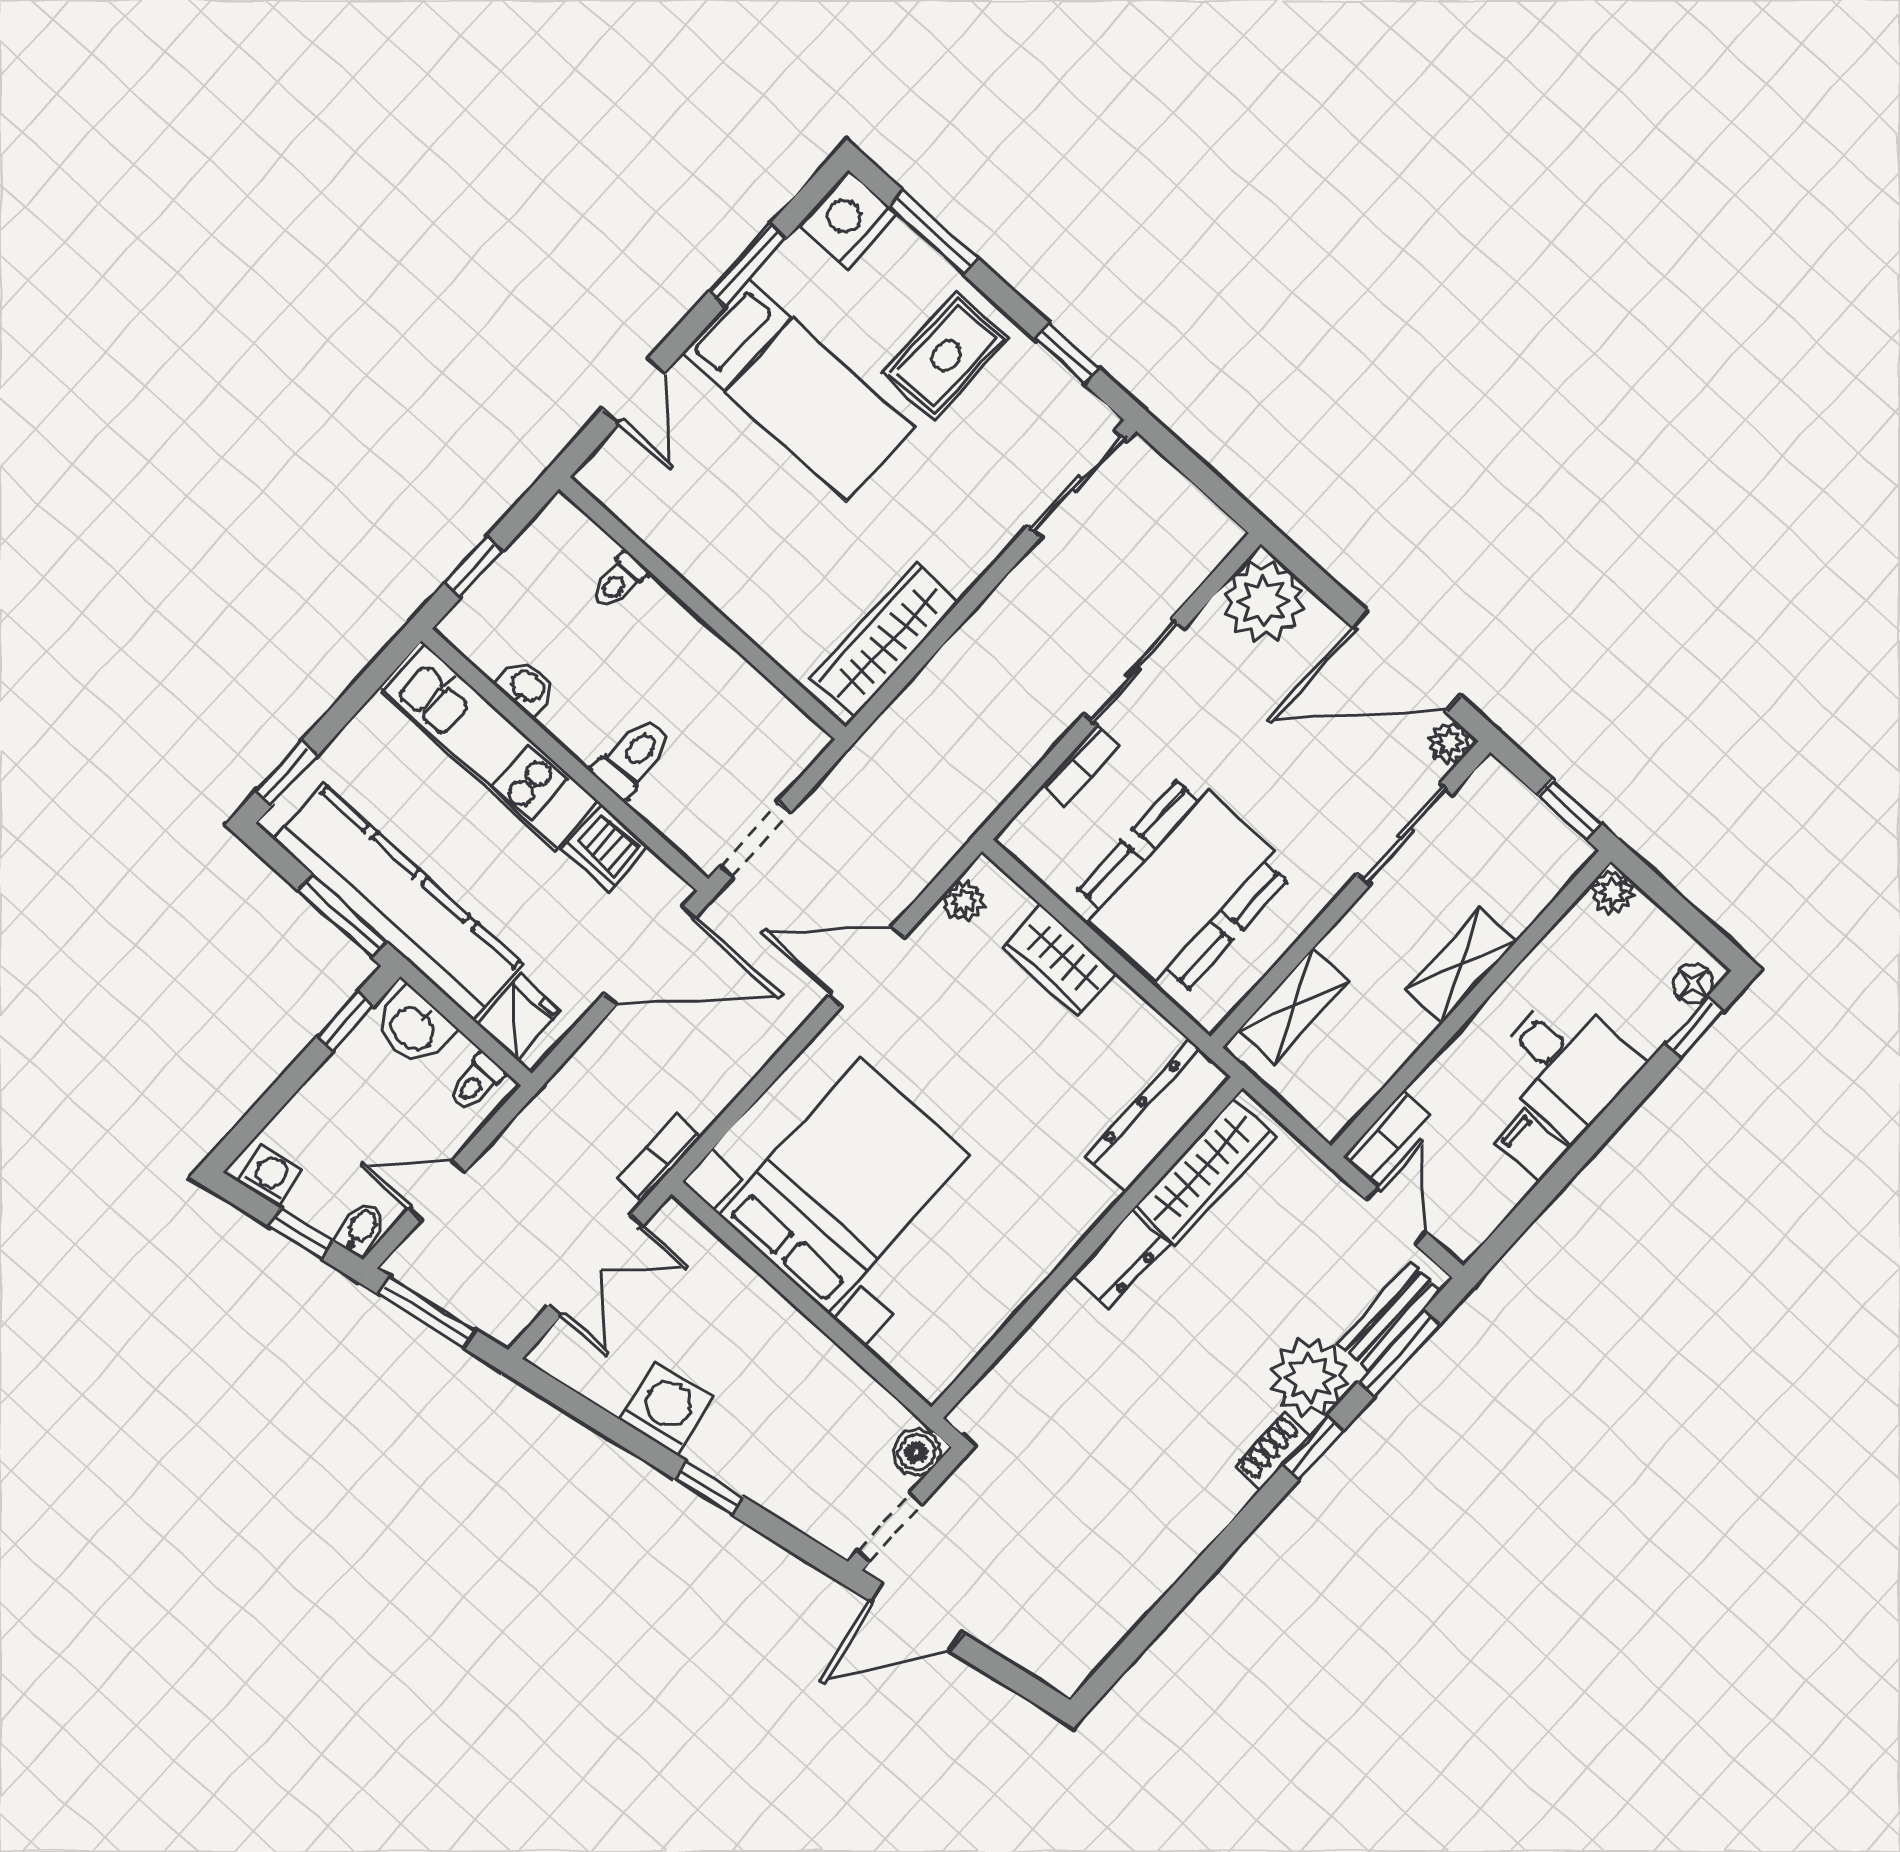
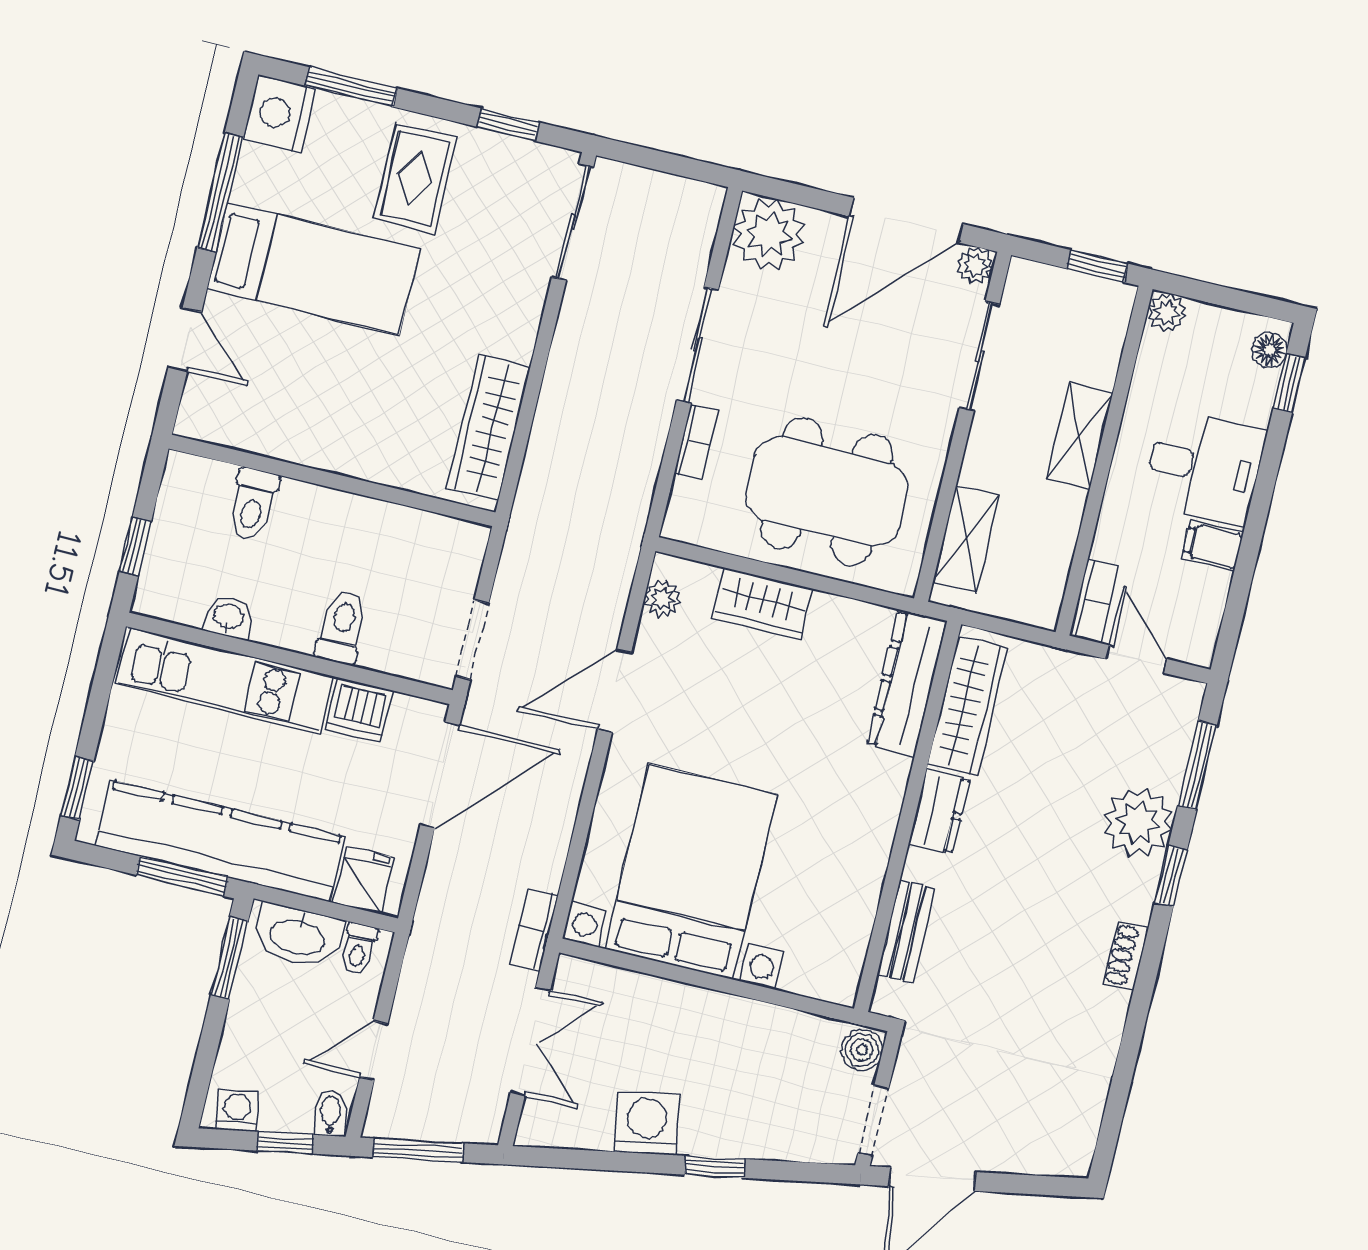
window: (747, 265) -> (220, 192), width x1.44
toilet: (619, 581) -> (253, 504), width x1.37, depth x1.39
dining table: (1182, 885) -> (827, 492), turned 90
window: (345, 1022) -> (230, 958), width x1.50
washbasin: (414, 1028) -> (298, 936), width x1.38
bench: (1390, 1317) -> (906, 932), moved
shoe rack: (1272, 1451) -> (1126, 956), moved

